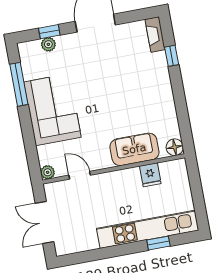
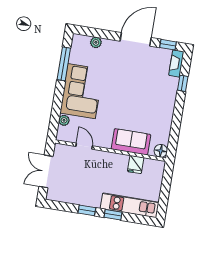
window: (49, 32) -> (168, 45), moved
plant: (48, 172) -> (64, 120), moved
kitchen unit: (148, 229) -> (130, 205), width x0.73
window: (158, 243) -> (113, 215), moved
window: (111, 252) -> (87, 210), added

